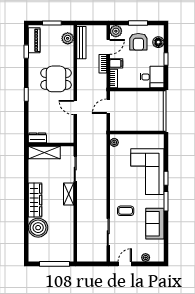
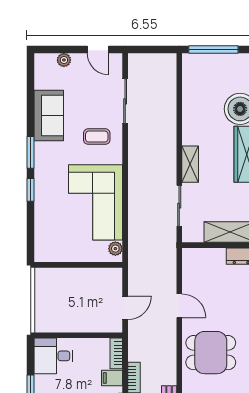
corner sofa: (147, 172) -> (96, 202), moved, turned 180
door: (125, 264) -> (98, 50), hinge flipped

